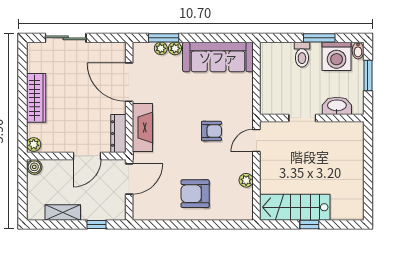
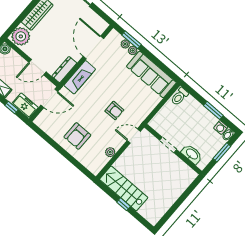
toilet: (302, 55) -> (179, 97), moved
washing machine: (337, 56) -> (221, 128), width x0.53, depth x0.53
plant: (34, 144) -> (21, 36), width x1.88, depth x1.88
armchair: (195, 194) -> (77, 136), turned -90
freezer: (109, 210) -> (25, 106), added

